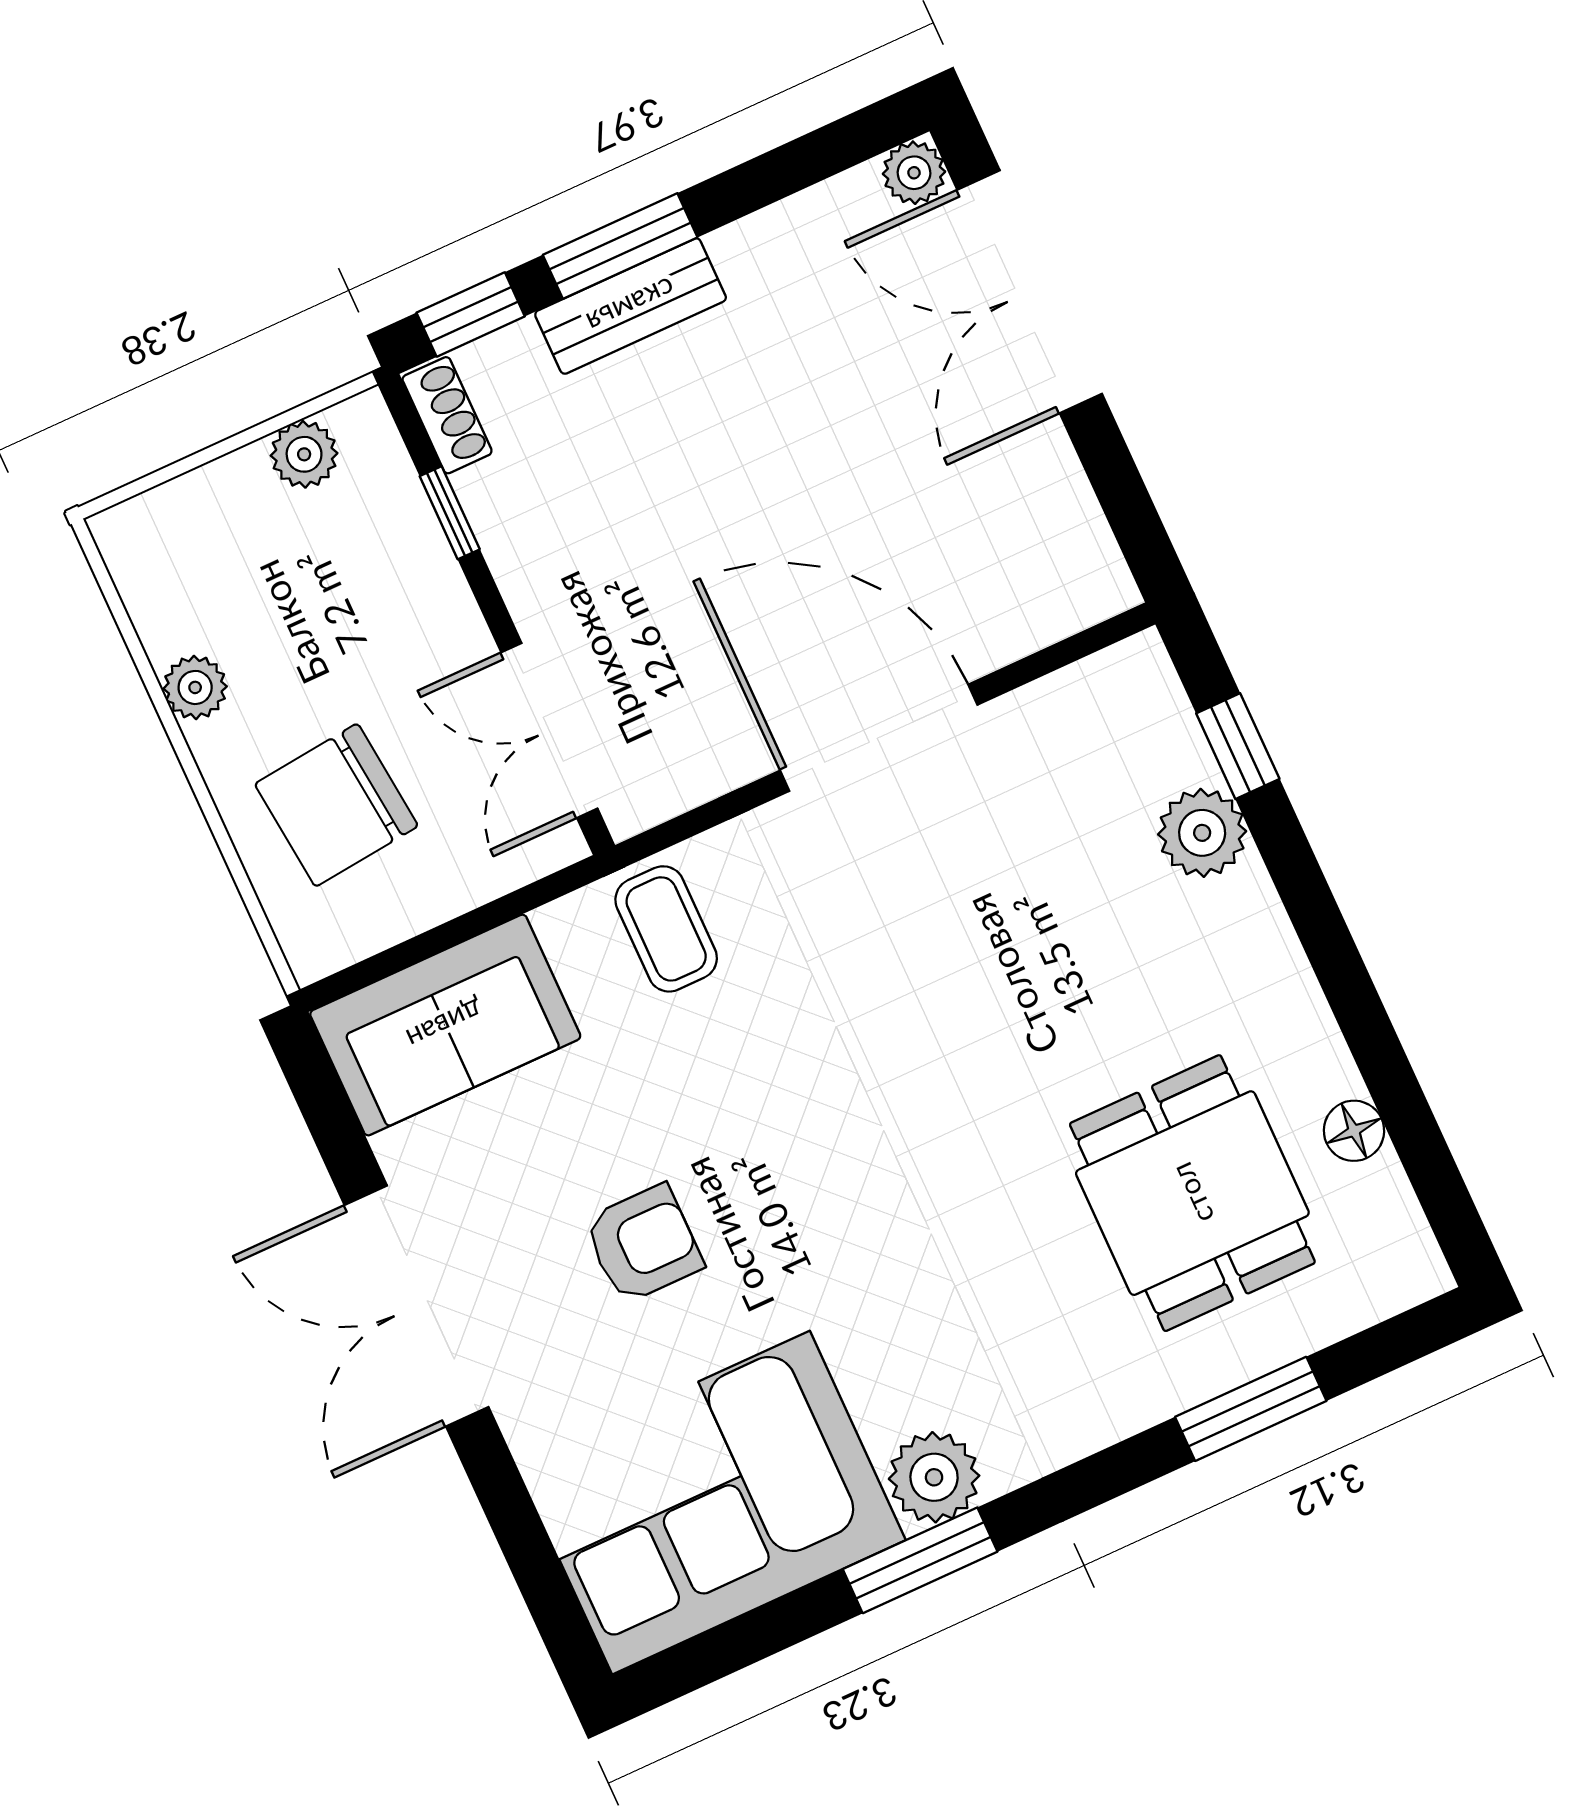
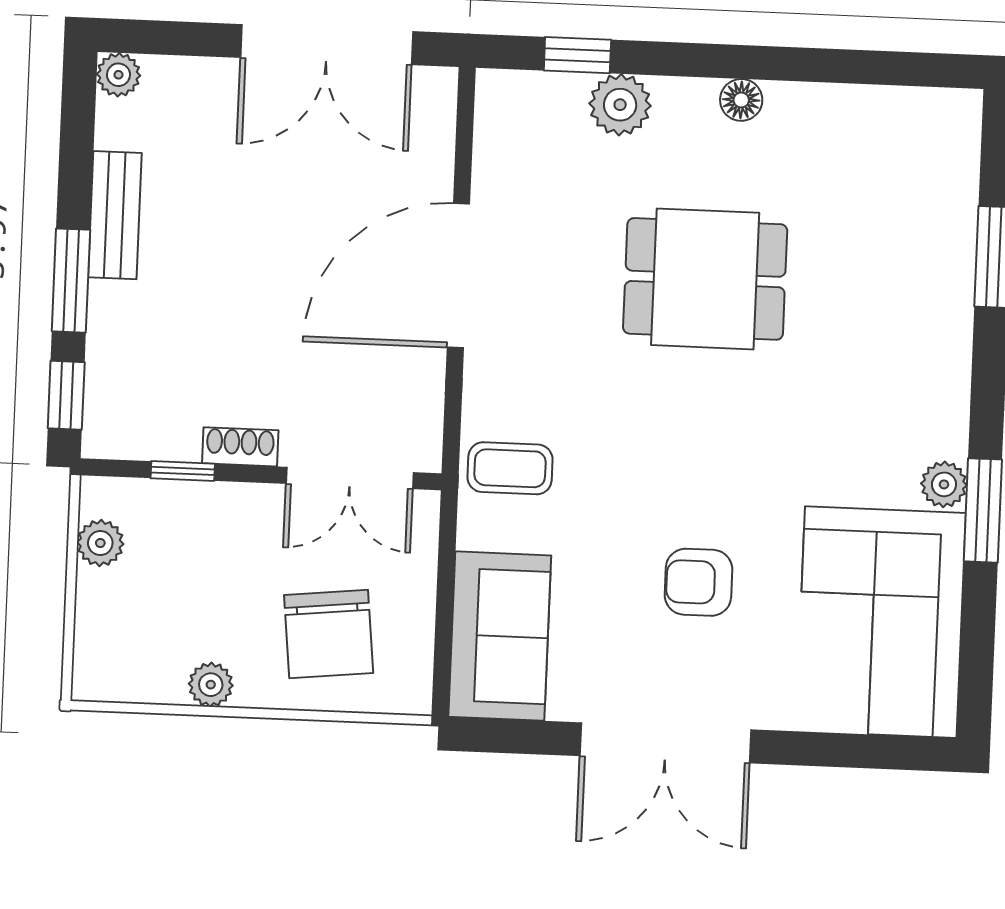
double door: (1030, 292) -> (327, 45), moved
bench: (631, 306) -> (115, 215), moved
shoe rack: (447, 415) -> (240, 447), moved
floor lamp: (1354, 1131) -> (741, 100), moved
dining table: (1192, 1193) -> (705, 279), moved
armchair: (643, 1244) -> (698, 582), turned -90
plant: (934, 1477) -> (944, 484), width x0.73, depth x0.73

